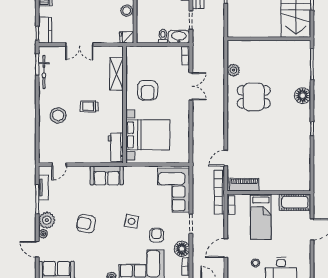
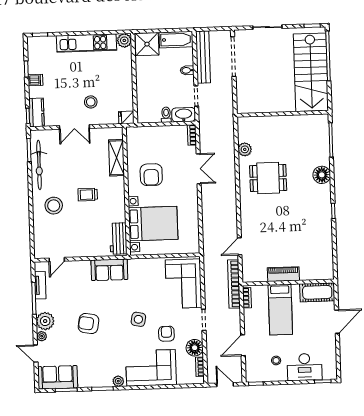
stool: (127, 11) -> (91, 102), moved
bicycle: (44, 72) -> (39, 165), width x1.37, depth x1.40
piano: (244, 185) -> (283, 274), moved

